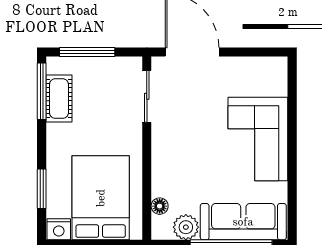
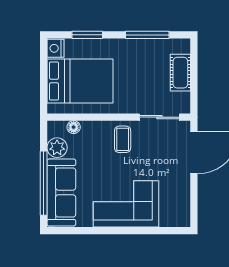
window: (87, 52) -> (194, 71), removed
window: (42, 91) -> (147, 35), moved
cot: (59, 99) -> (180, 73), moved, turned 90
coffee table: (175, 143) -> (123, 139), added

